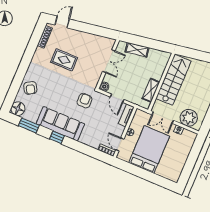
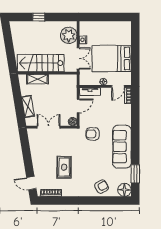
shelving: (151, 90) -> (37, 79), moved
window: (57, 137) -> (135, 145), removed

